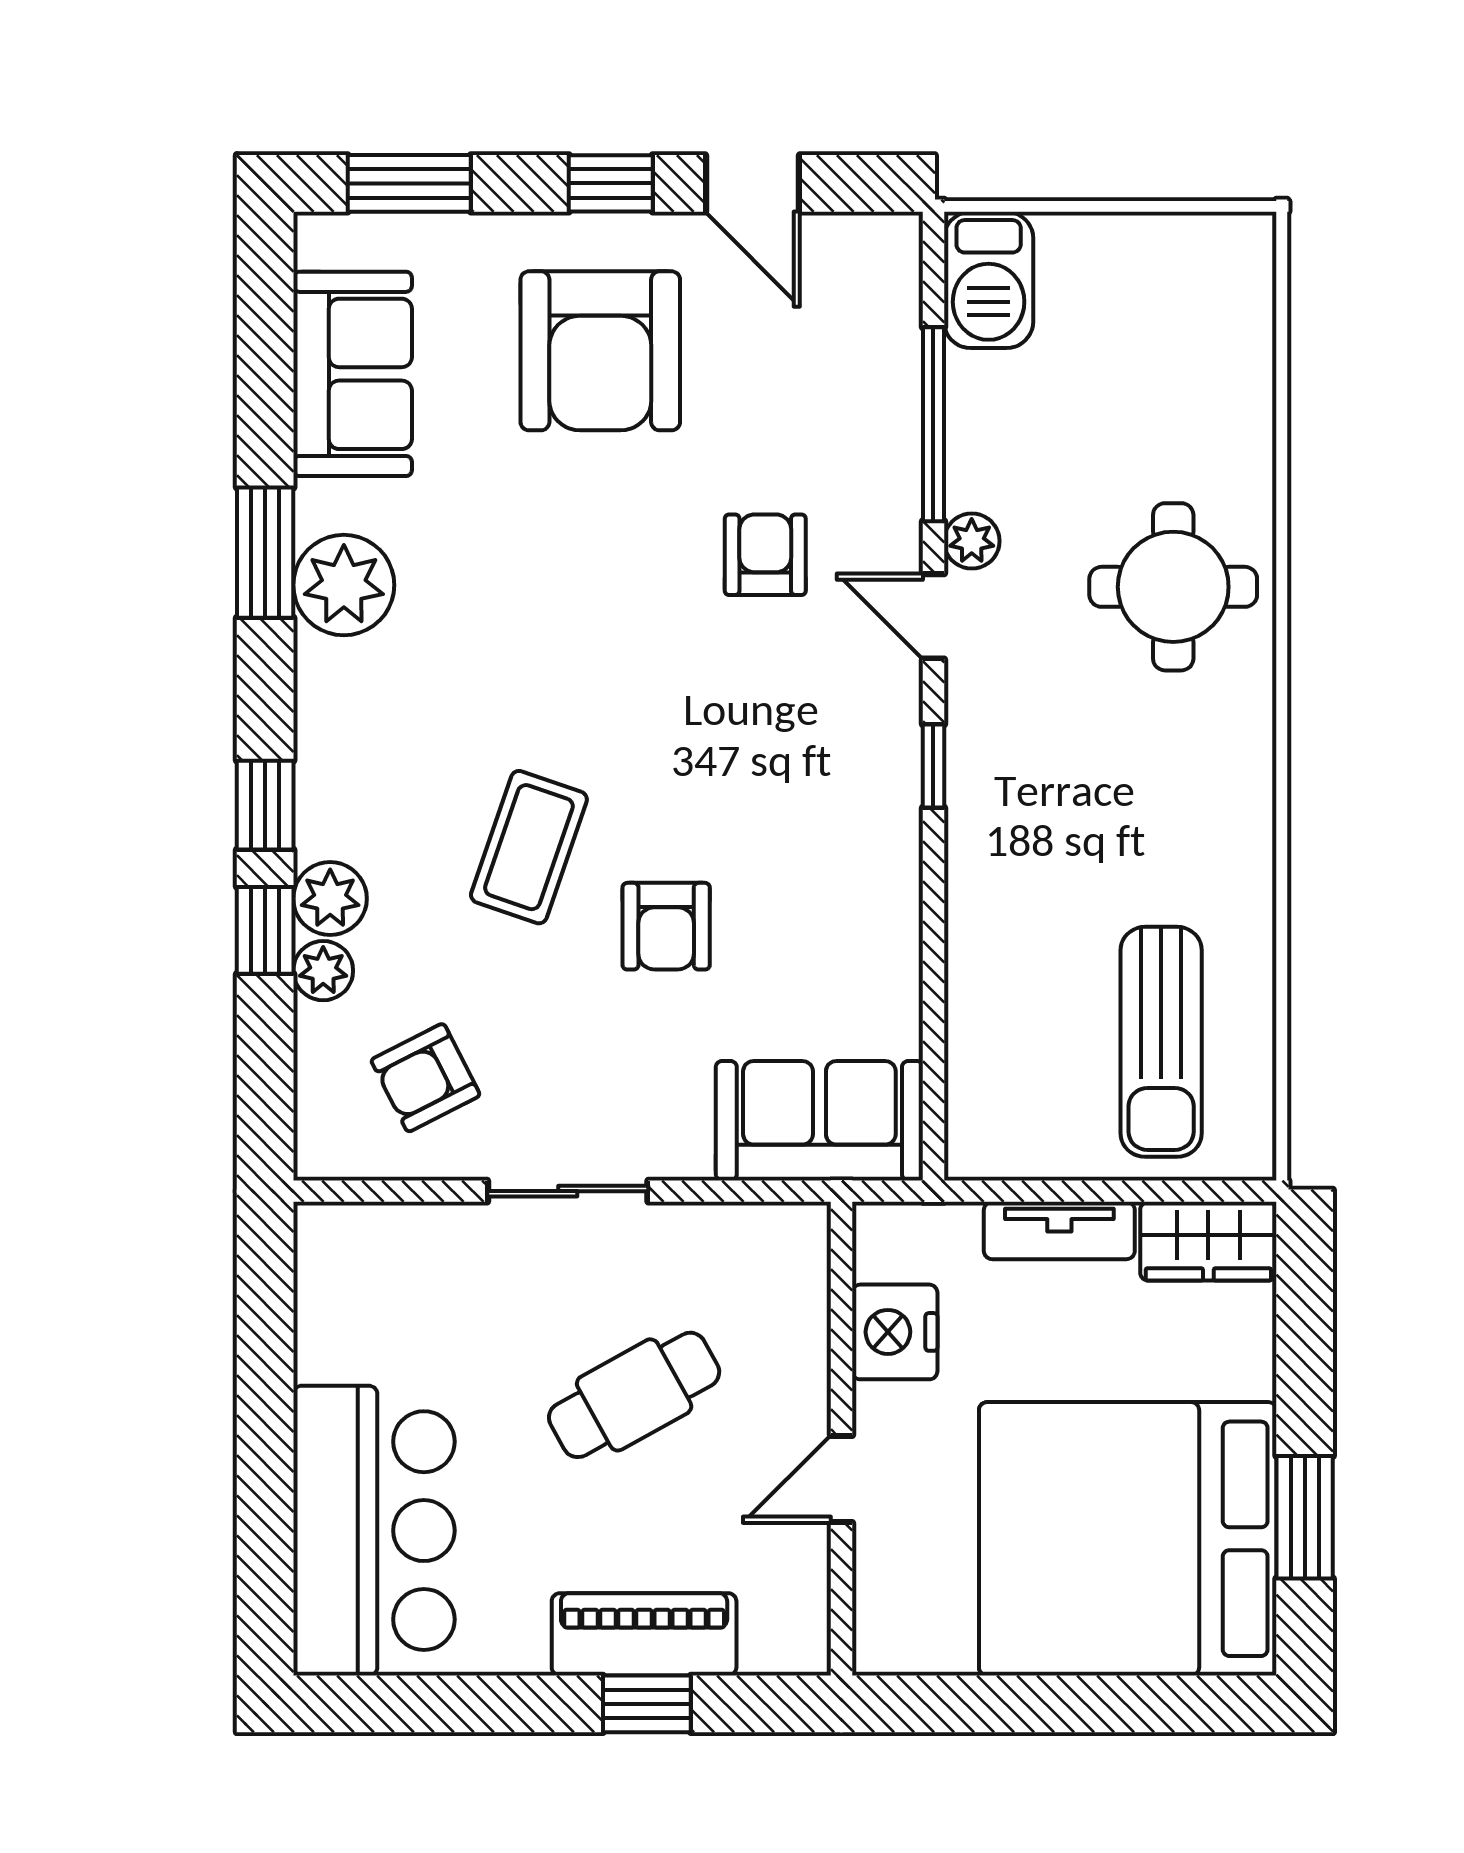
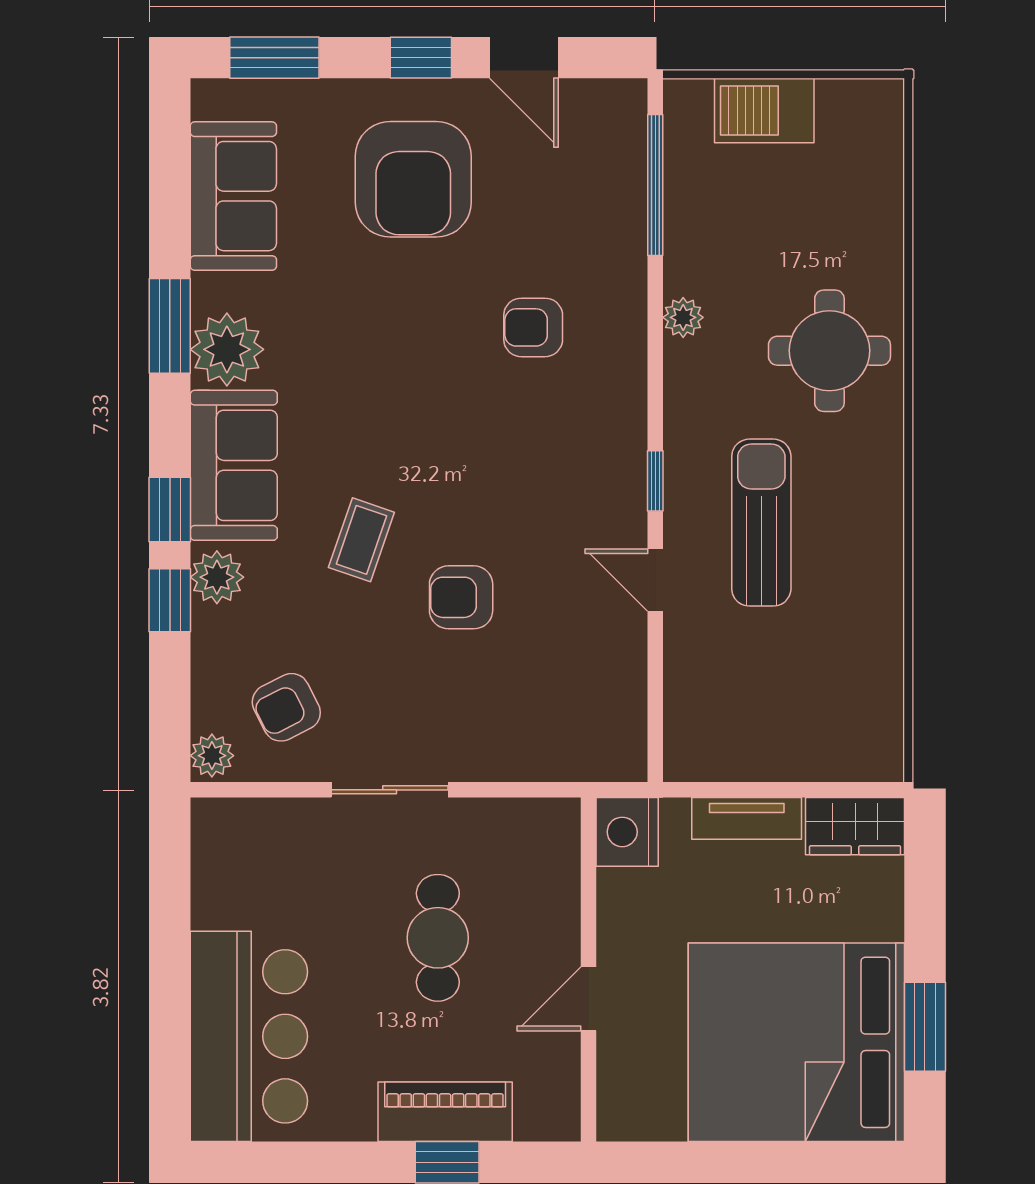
barbecue: (989, 280) -> (764, 111), moved, turned 90
window: (933, 424) -> (655, 185), moved
armchair: (765, 555) -> (533, 327), turned -90
door: (933, 616) -> (655, 580), moved
coffee table: (529, 847) -> (361, 540), width x0.73, depth x0.77
armchair: (666, 926) -> (461, 597), turned 90
plant: (323, 971) -> (212, 756), moved
sun lounger: (1161, 1042) -> (761, 523), moved, turned 180
sofa: (819, 1121) -> (234, 465), moved, turned 90
nightstand: (895, 1332) -> (627, 832), moved
cafe table: (634, 1395) -> (438, 938), turned -61

